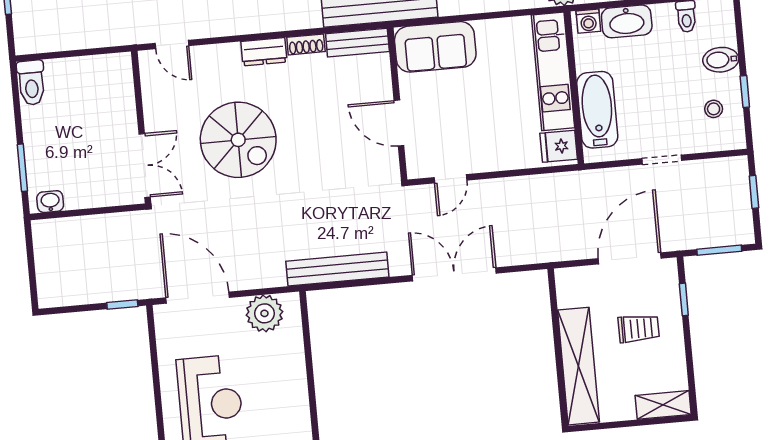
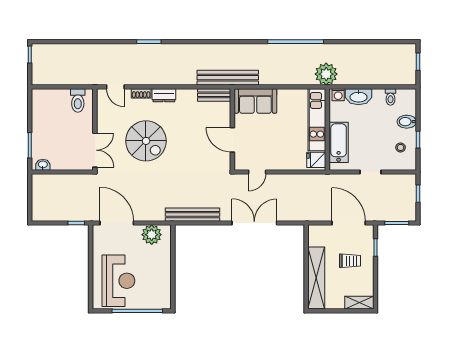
shoe rack: (306, 44) -> (141, 93), moved
toilet: (31, 83) -> (78, 100), moved
door: (630, 258) -> (349, 223), hinge flipped

